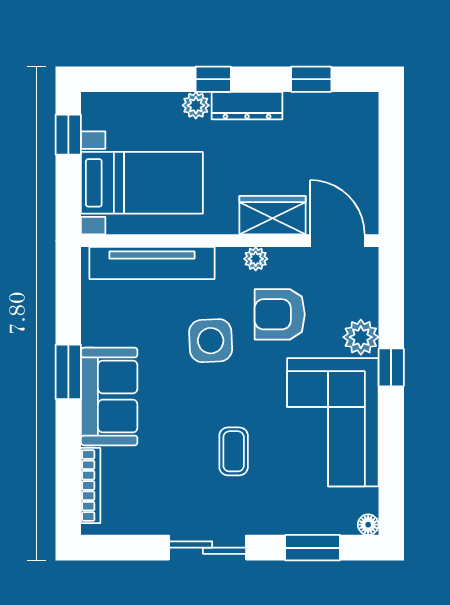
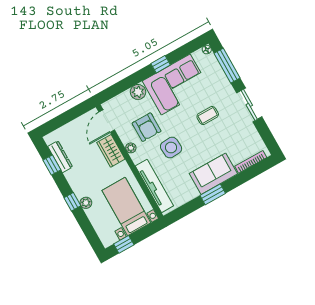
dresser: (247, 106) -> (60, 157), moved
window: (391, 367) -> (161, 64), moved
window: (313, 548) -> (227, 66), width x1.44

